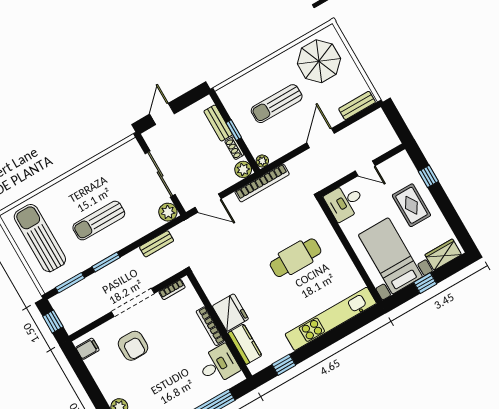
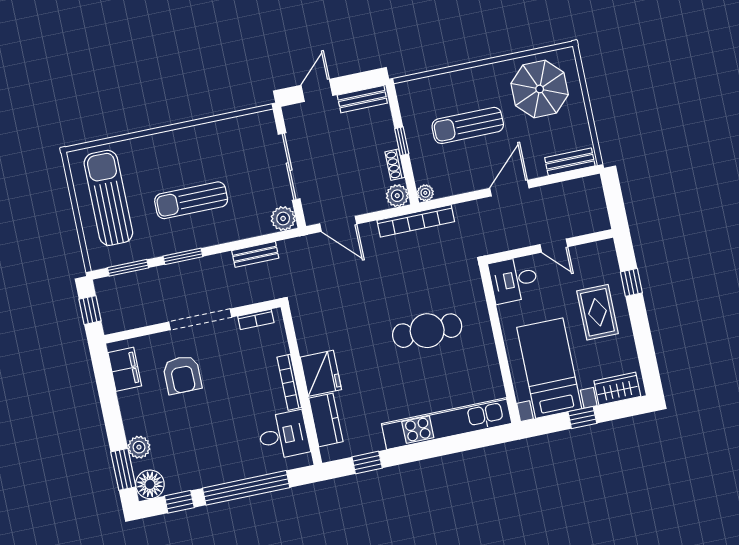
bench: (218, 123) -> (362, 99), moved, turned 90
filing cabinet: (88, 349) -> (125, 369), width x2.00

